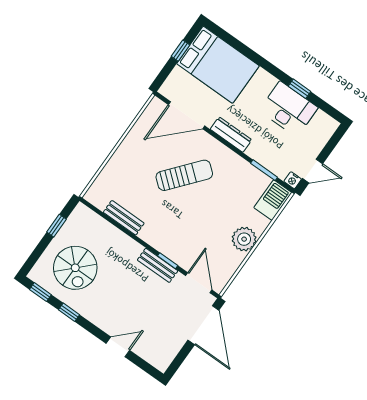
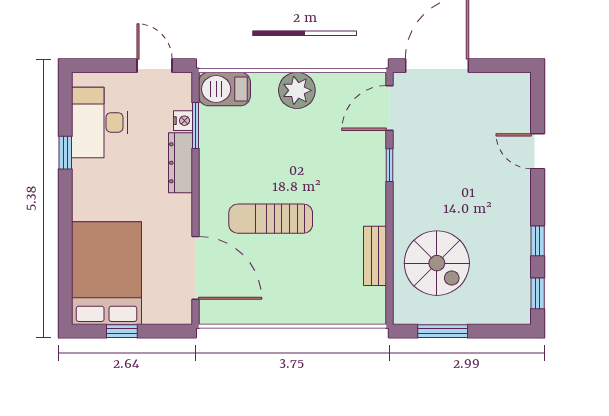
desk: (289, 109) -> (100, 122), moved
dresser: (231, 135) -> (180, 163), moved
sun lounger: (184, 175) -> (271, 219), turned -40
nightstand: (293, 180) -> (183, 121), moved
window: (57, 226) -> (443, 331), width x1.50
bench: (158, 265) -> (404, 173), removed
spiral stairs: (75, 268) -> (437, 263), moved, turned 90

